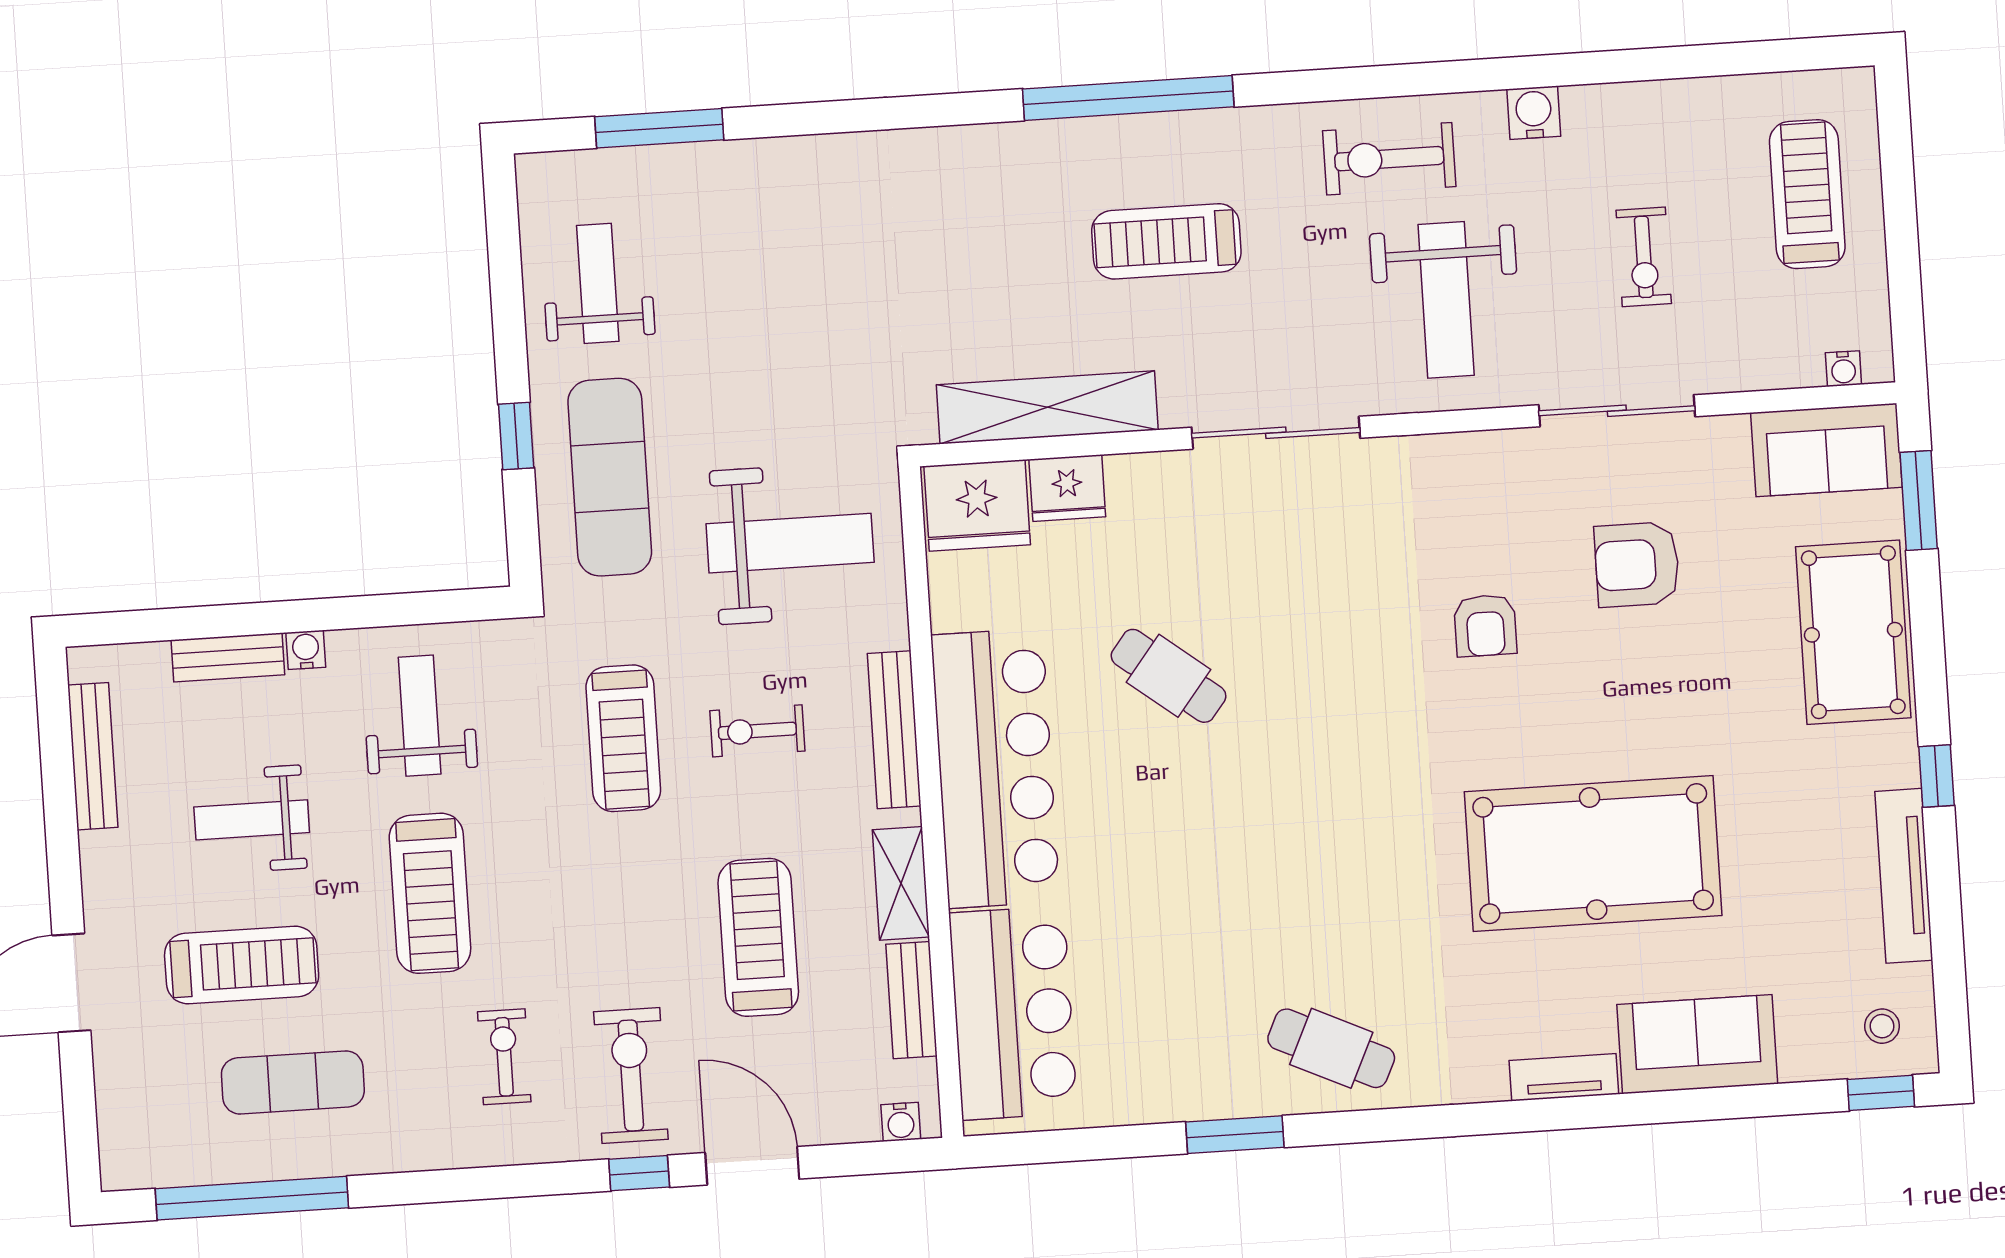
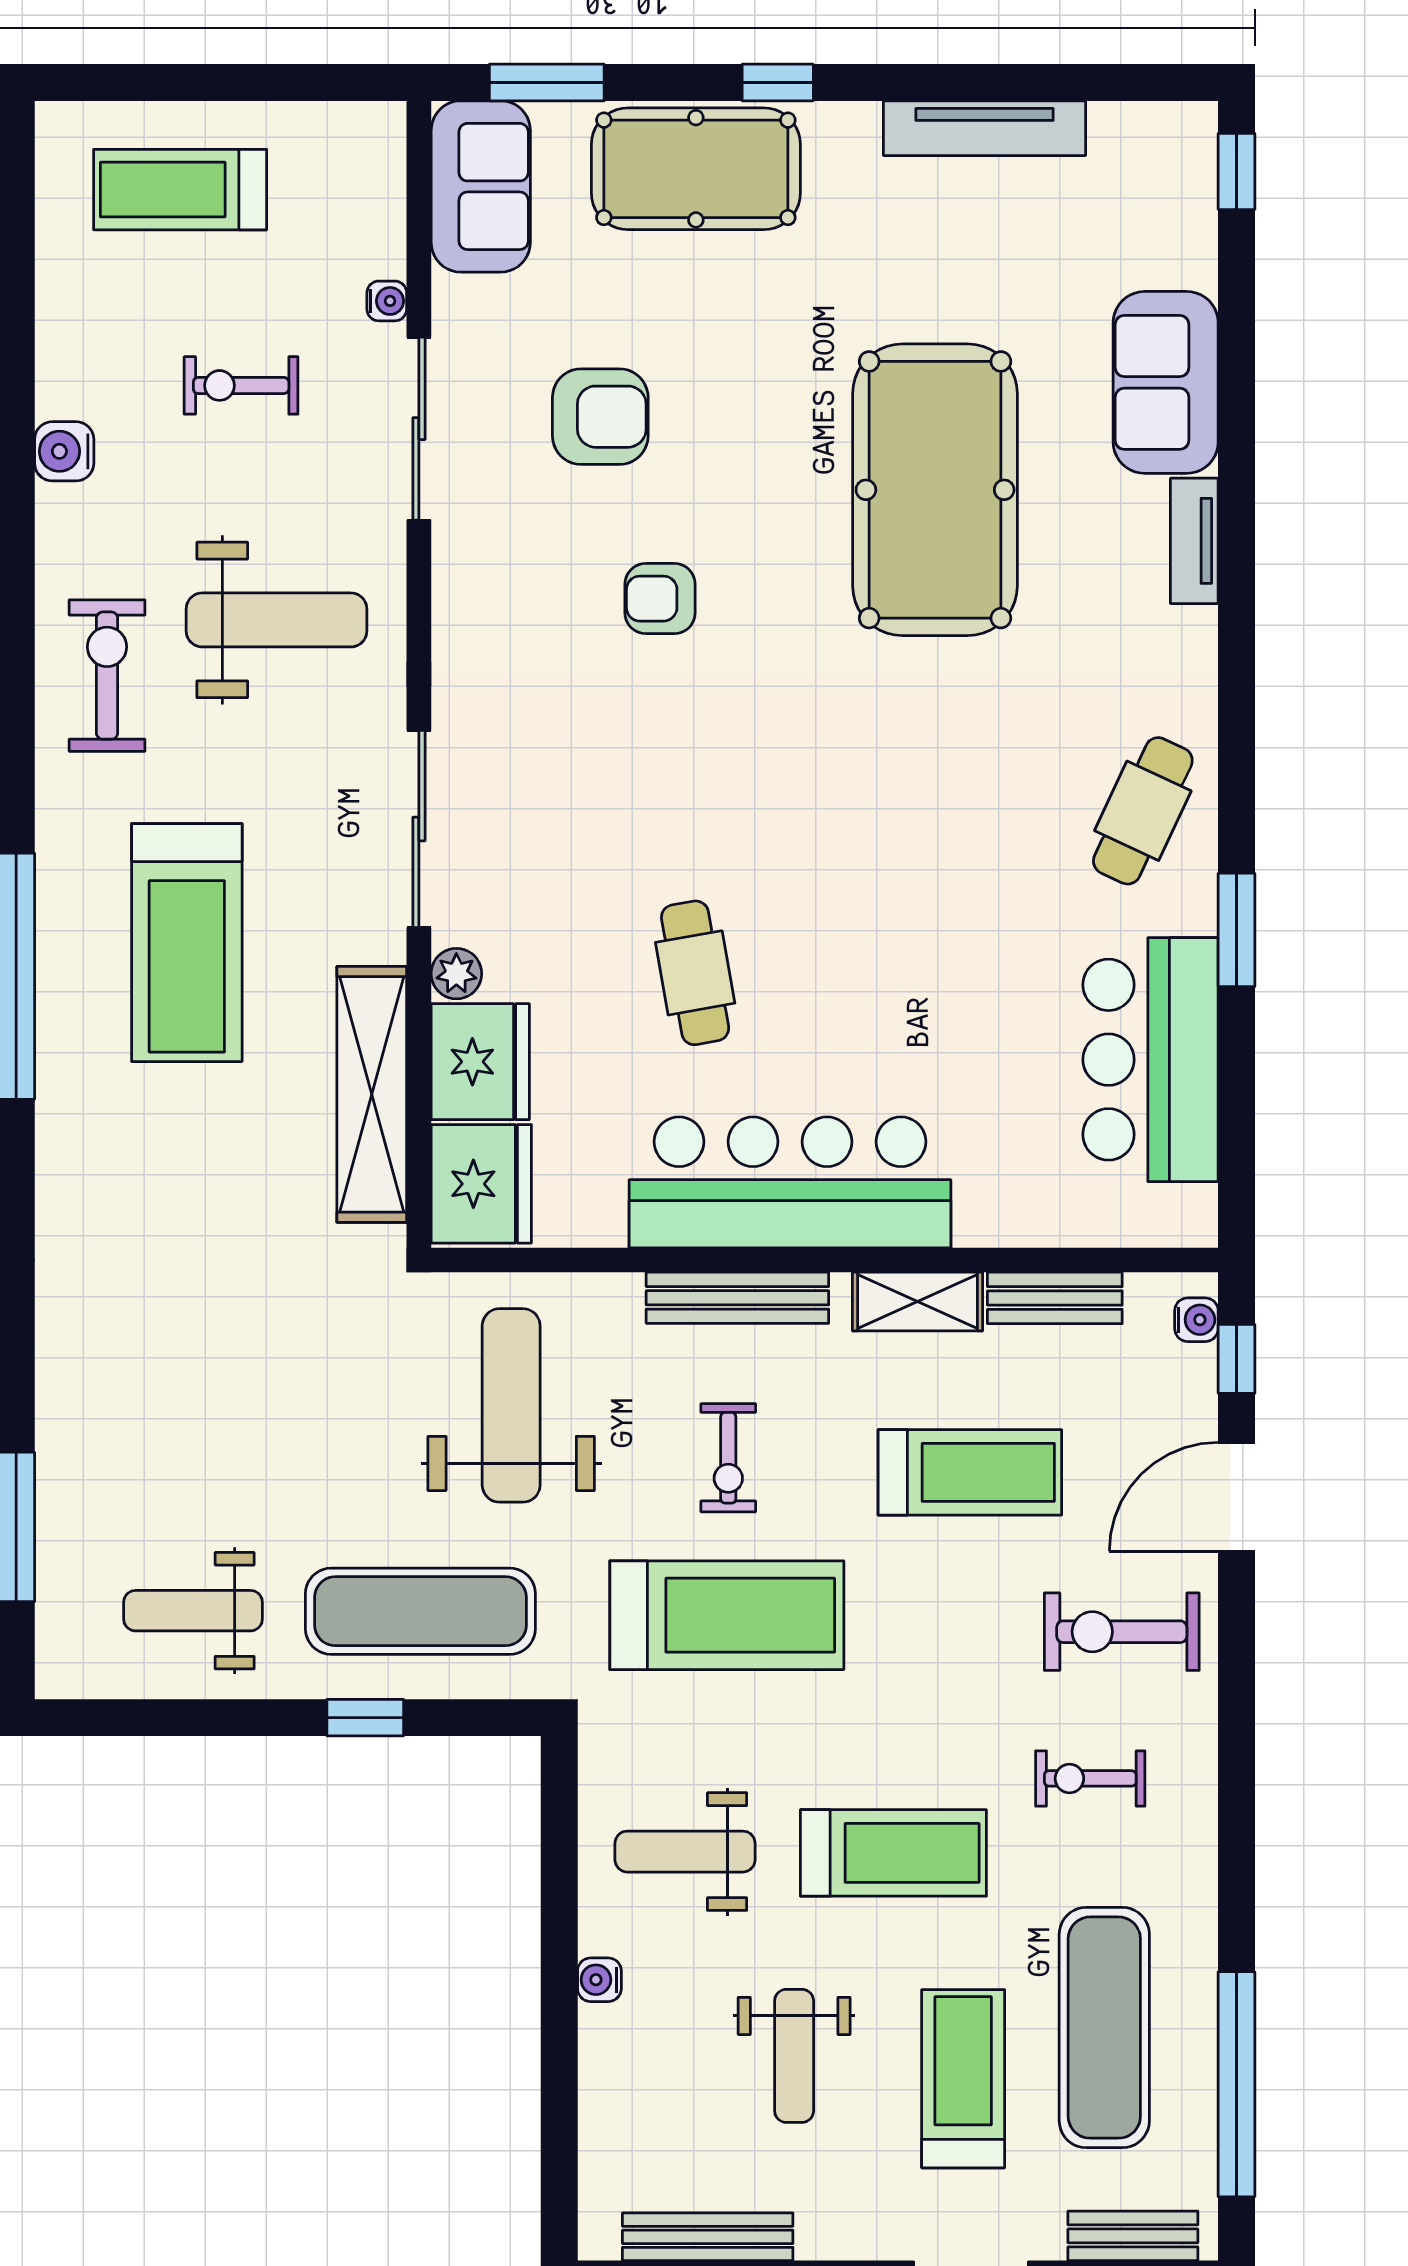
water cooler: (1534, 113) -> (64, 451), moved
exercise bike: (1389, 159) -> (107, 676), turned 180
treadmill: (1166, 241) -> (187, 943), width x1.37, depth x1.38
exercise bike: (1644, 257) -> (241, 385), turned 180
water cooler: (1843, 369) -> (387, 301), moved
plant: (1155, 473) -> (456, 974), added
fridge: (1067, 488) -> (480, 1062), width x1.36, depth x1.34
armchair: (1637, 564) -> (600, 417), turned -90
armchair: (1485, 625) -> (660, 599), turned 180
bench: (228, 657) -> (1133, 2236), moved, turned 90
cafe table: (1169, 676) -> (695, 973), turned -48
treadmill: (623, 738) -> (727, 1615), width x1.37, depth x1.37
window: (1936, 776) -> (778, 82), moved
treadmill: (758, 937) -> (970, 1472), turned 180
bar counter: (1013, 1013) -> (1151, 1060), moved, turned -90
stool: (1882, 1026) -> (1159, 165), removed
exercise mat: (293, 1082) -> (1104, 2028), width x1.36, depth x1.45
window: (639, 1173) -> (1237, 1359), moved

